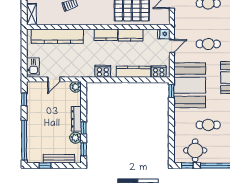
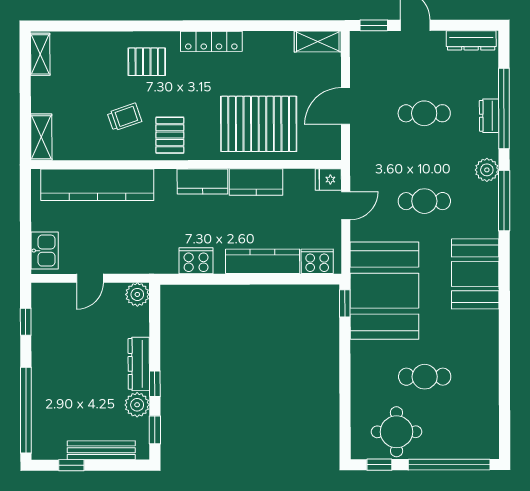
pallet: (91, 13) -> (170, 135), added

